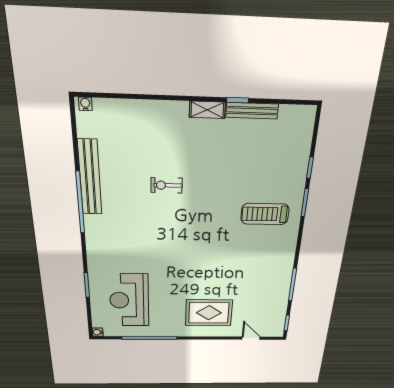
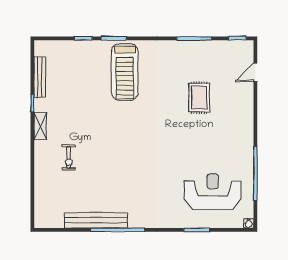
water cooler: (85, 104) -> (39, 220), removed
bench: (252, 111) -> (40, 77), moved
exercise bike: (167, 185) -> (69, 157), moved
treadmill: (265, 214) -> (125, 72), width x1.37, depth x1.38
reception desk: (129, 300) -> (213, 192), turned 180
rug: (209, 313) -> (199, 98), moved, width x0.73, depth x0.70

